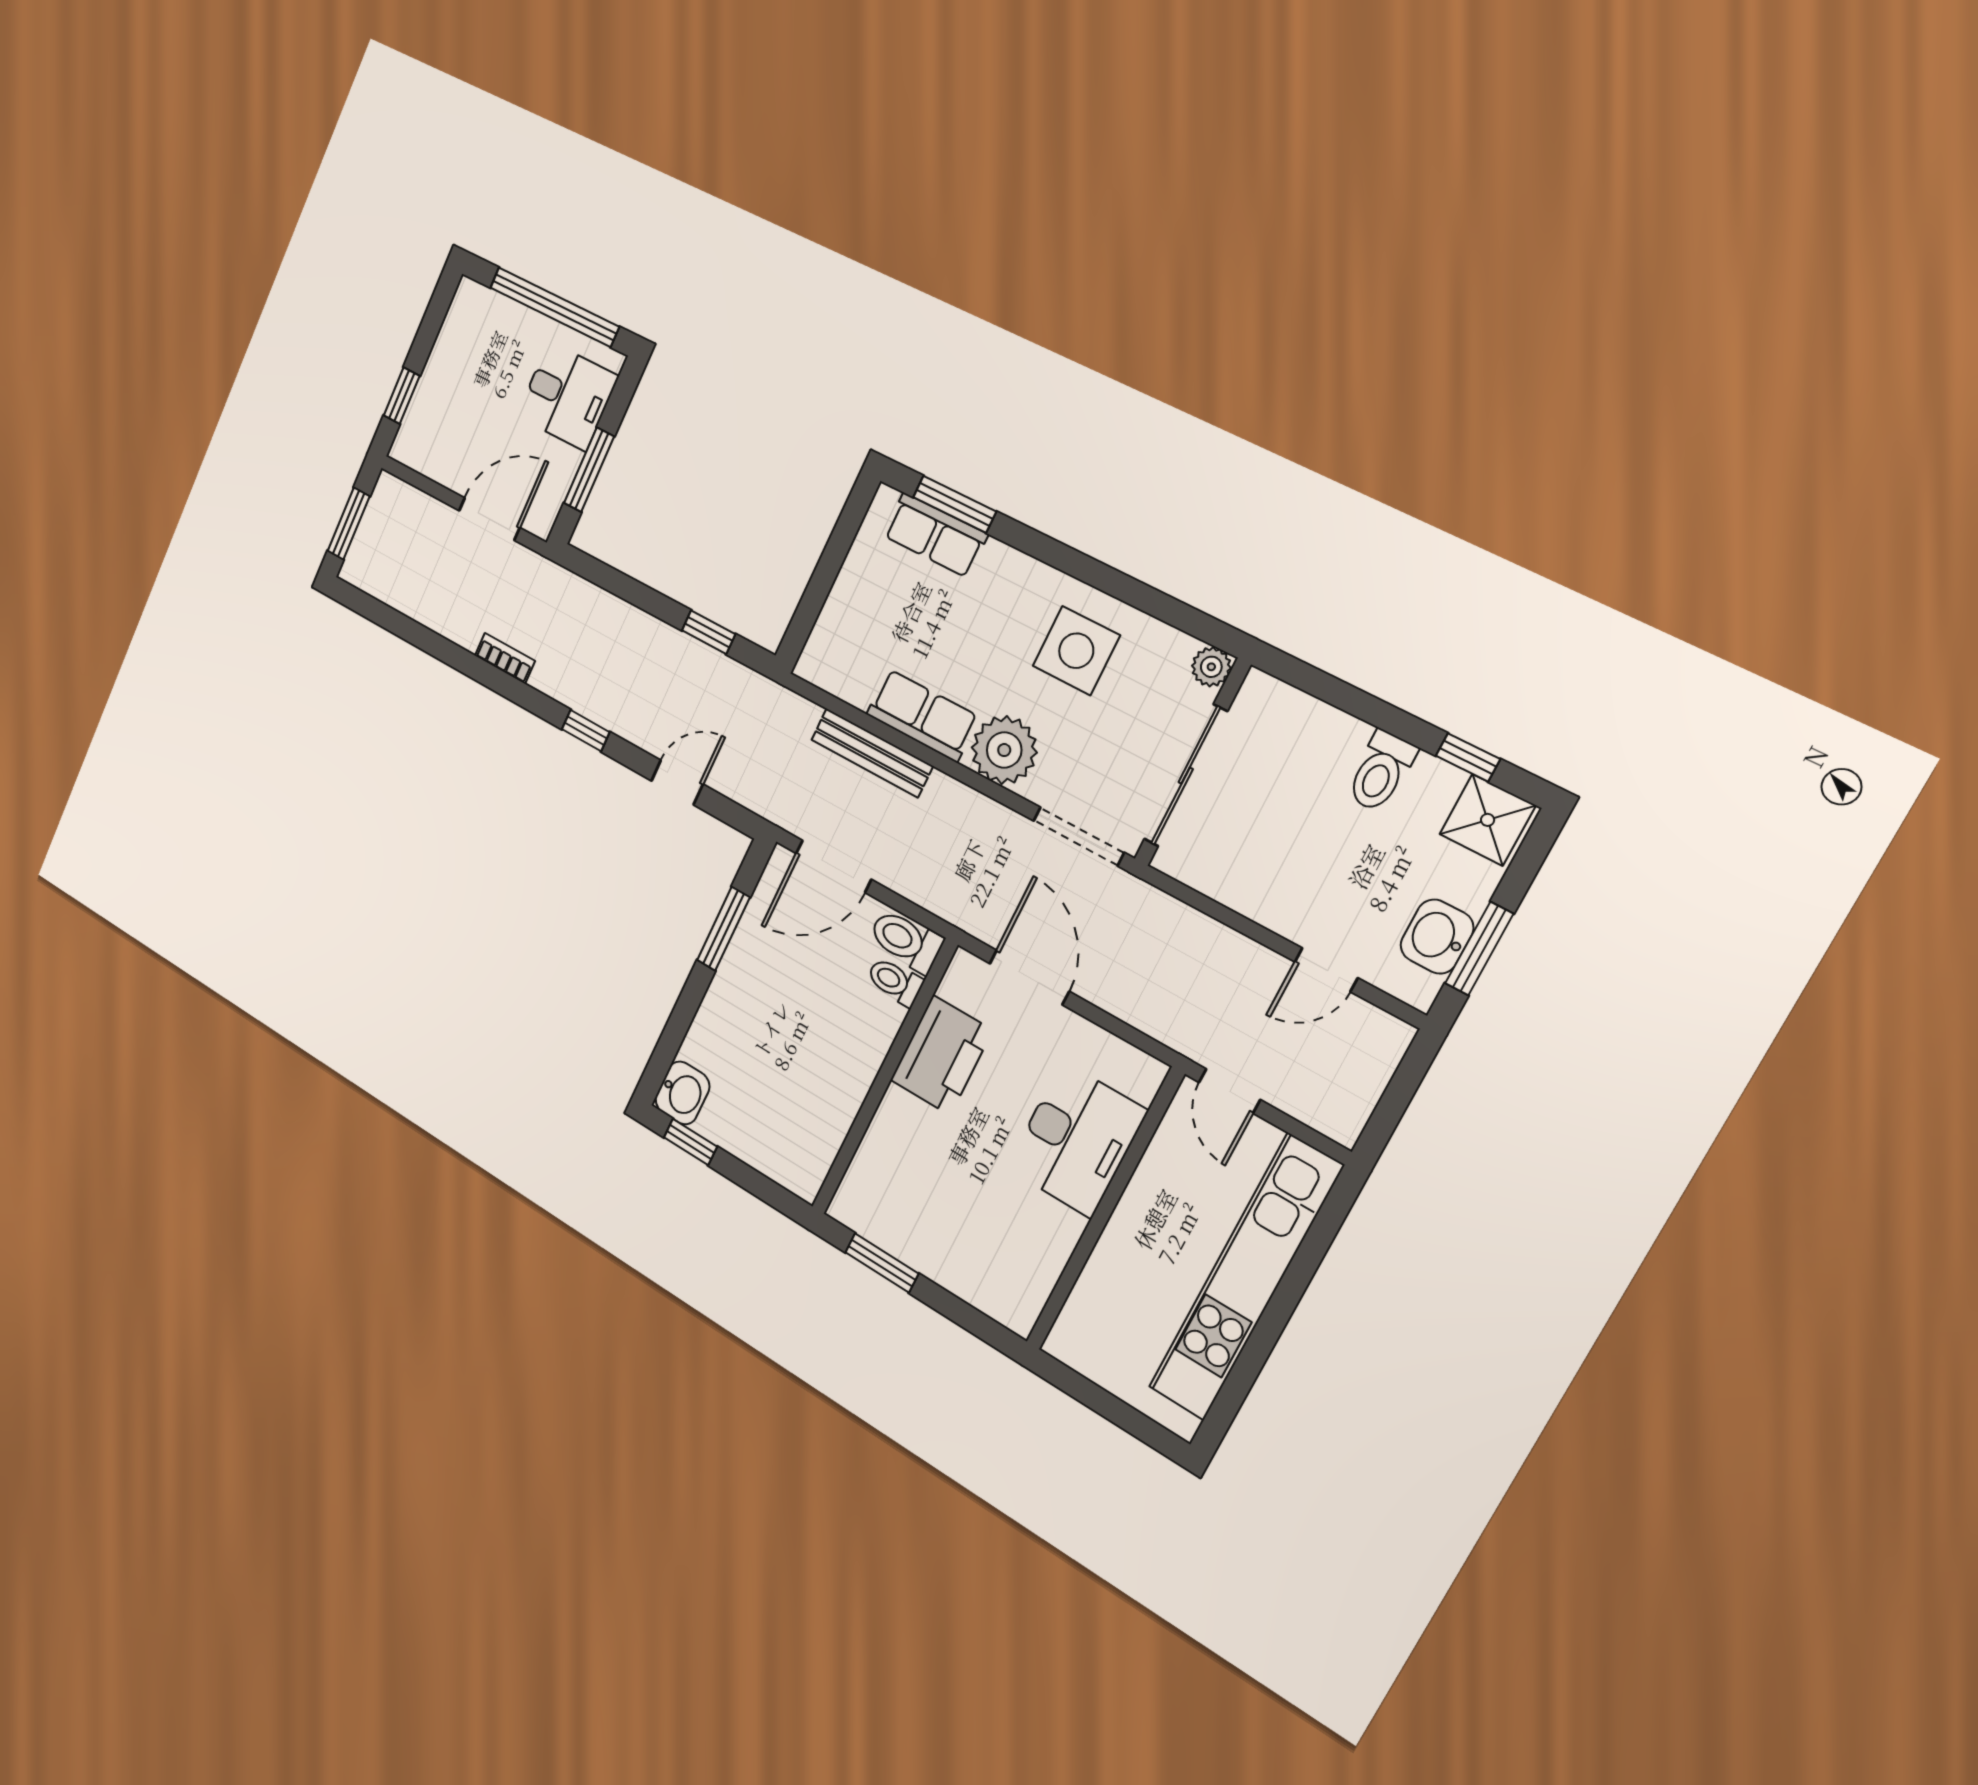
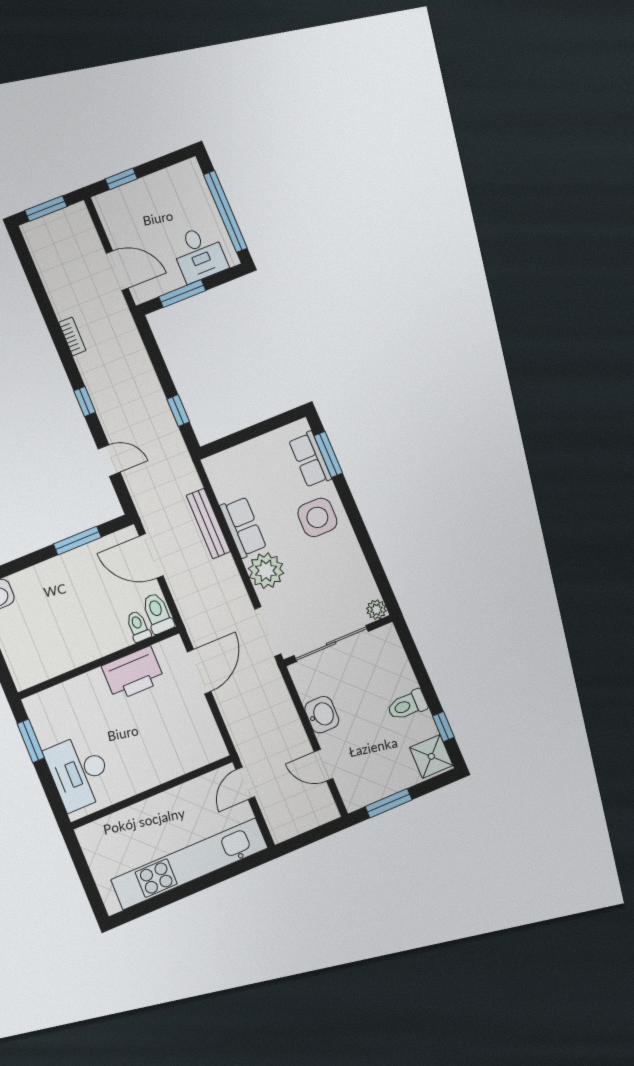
side table: (1076, 651) -> (317, 517), moved
washbasin: (1437, 937) -> (322, 715), moved, turned 90
desk: (1077, 1140) -> (79, 772), moved, turned 90

